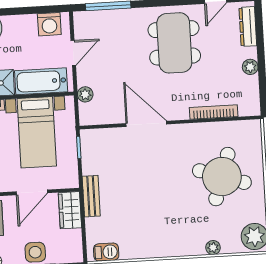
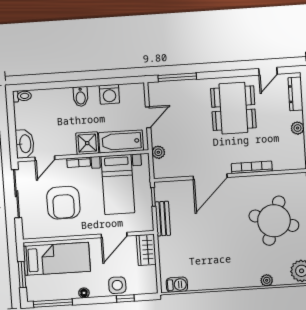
washing machine: (49, 24) -> (109, 94), moved
bookcase: (214, 112) -> (252, 167), moved
door: (146, 124) -> (210, 177), swing flipped
bench: (91, 196) -> (163, 219), moved

